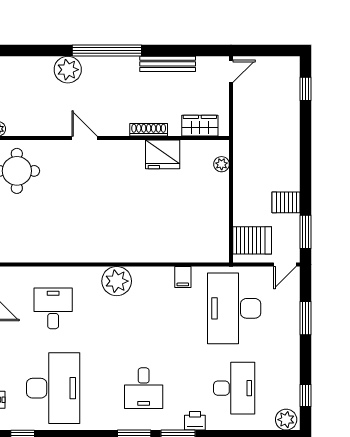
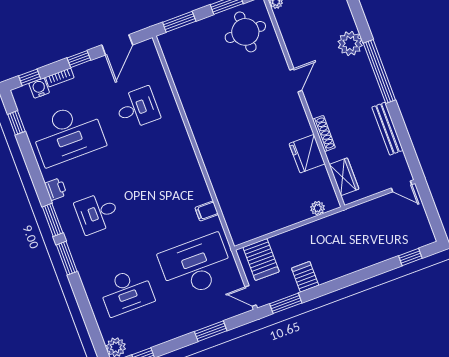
plant: (117, 281) -> (182, 155), removed
printer: (195, 421) -> (56, 189), moved

